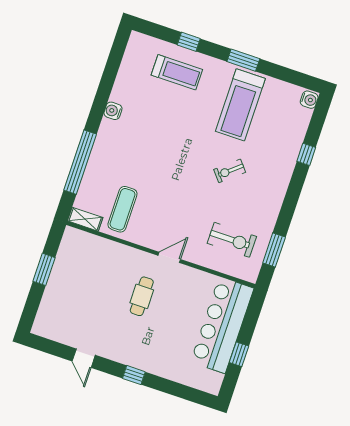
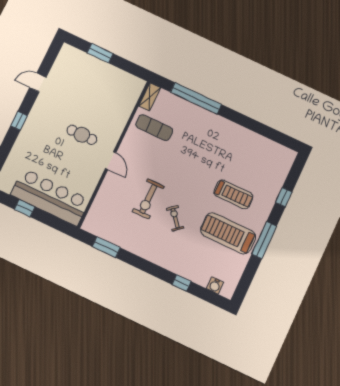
window: (243, 60) -> (264, 240), width x1.44
treadmill: (177, 72) -> (233, 194), moved, turned -90
water cooler: (309, 100) -> (215, 285), moved
water cooler: (113, 111) -> (234, 129), removed
exercise bike: (232, 240) -> (148, 199), moved
window: (44, 269) -> (100, 53), moved

